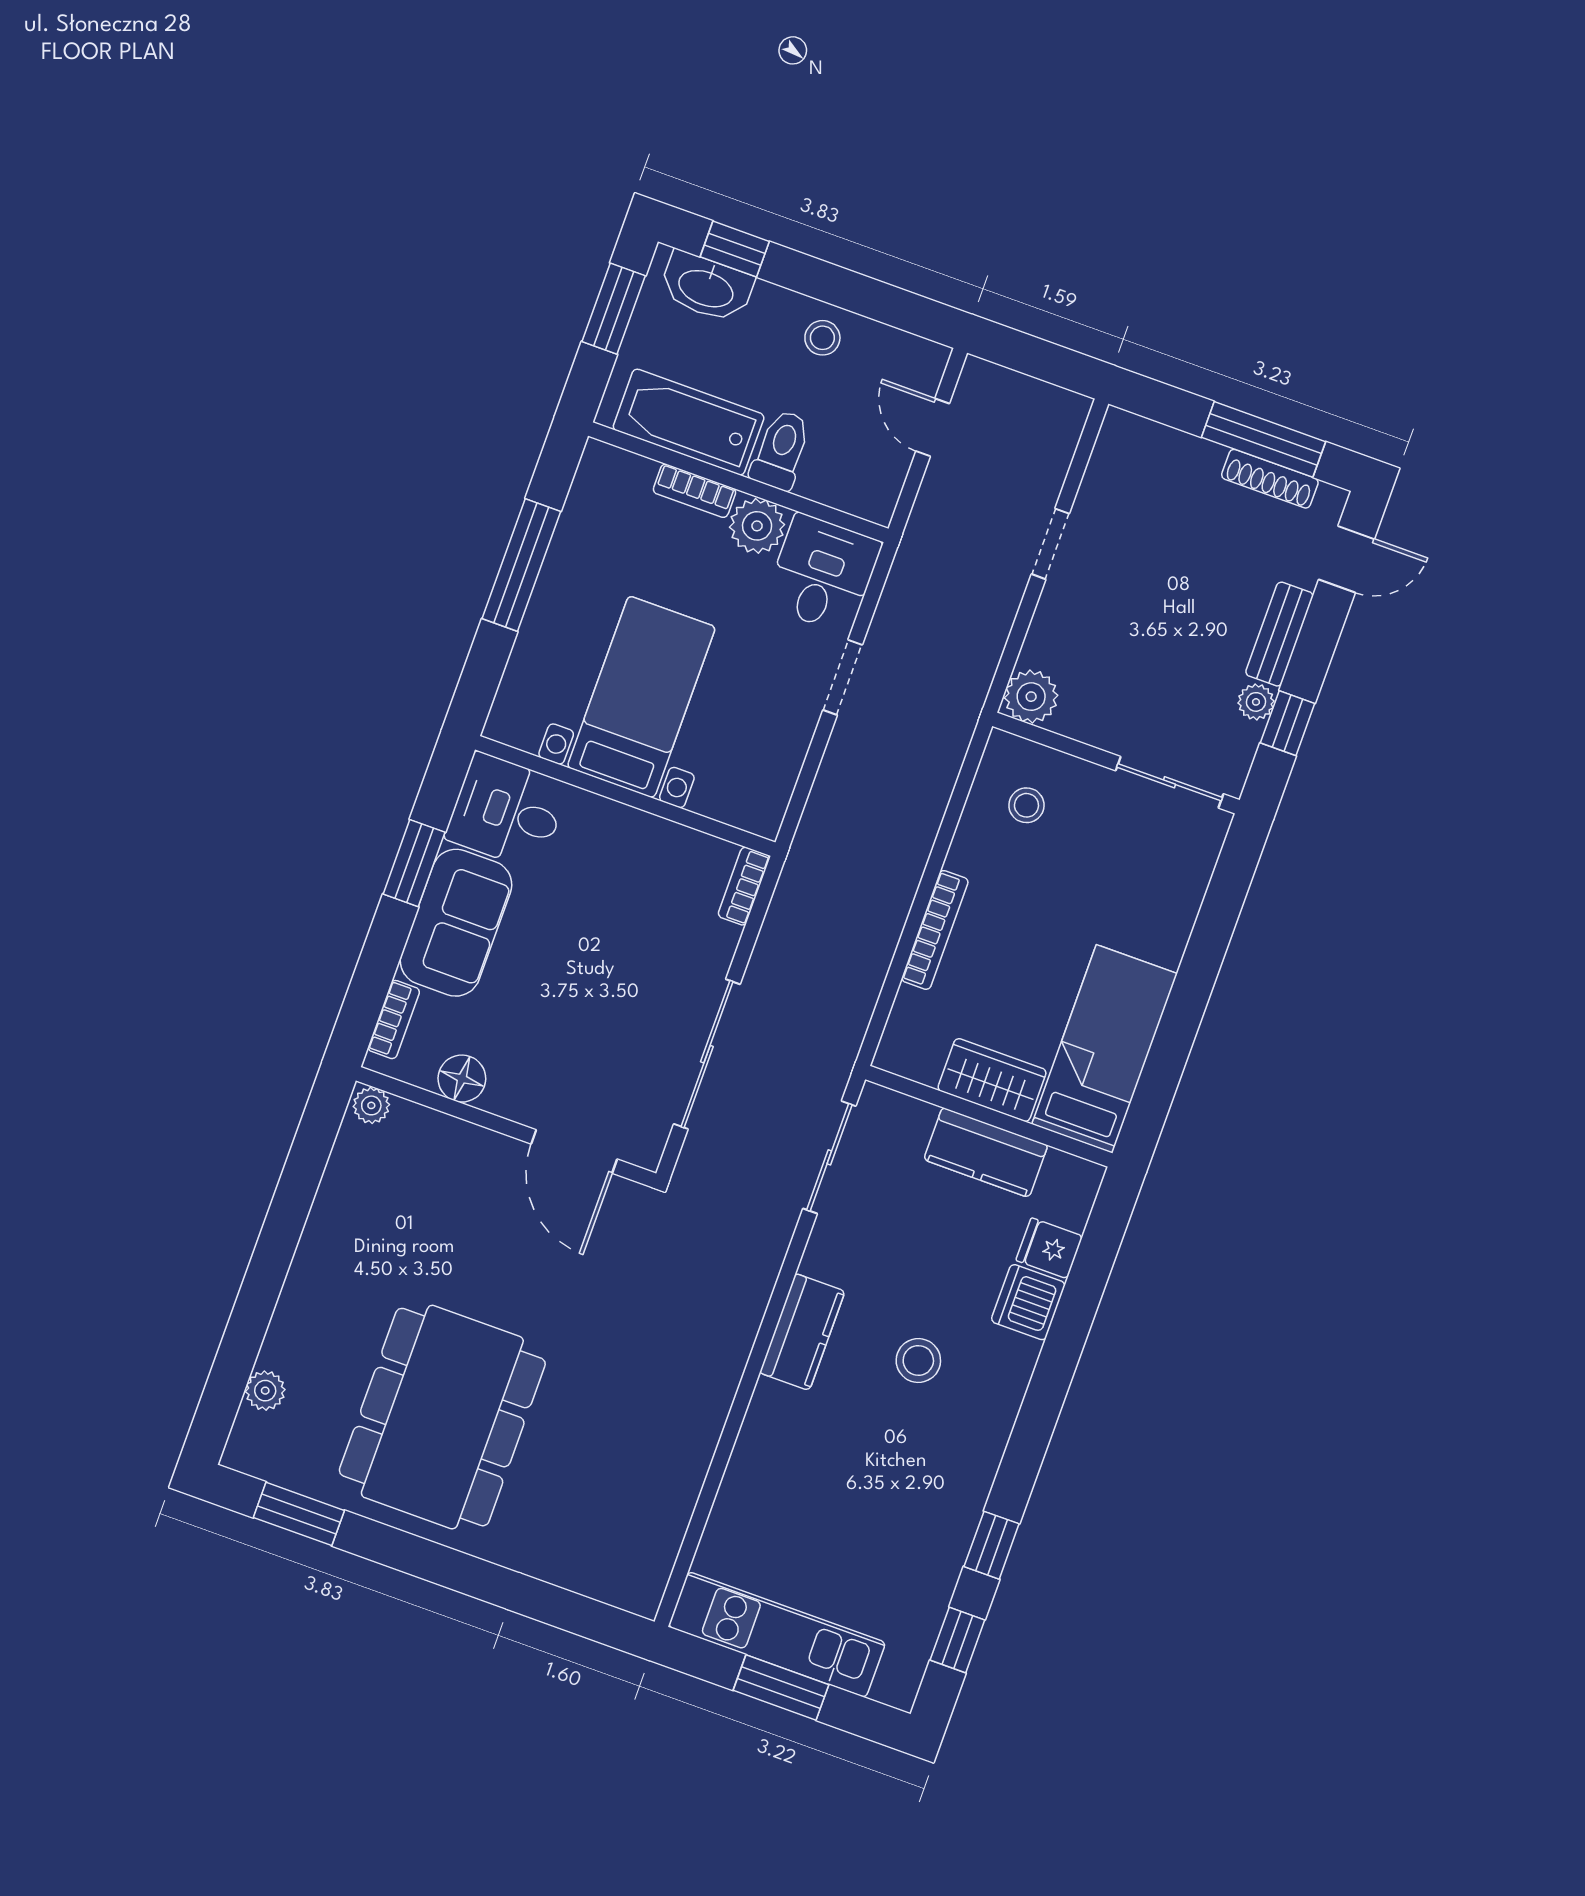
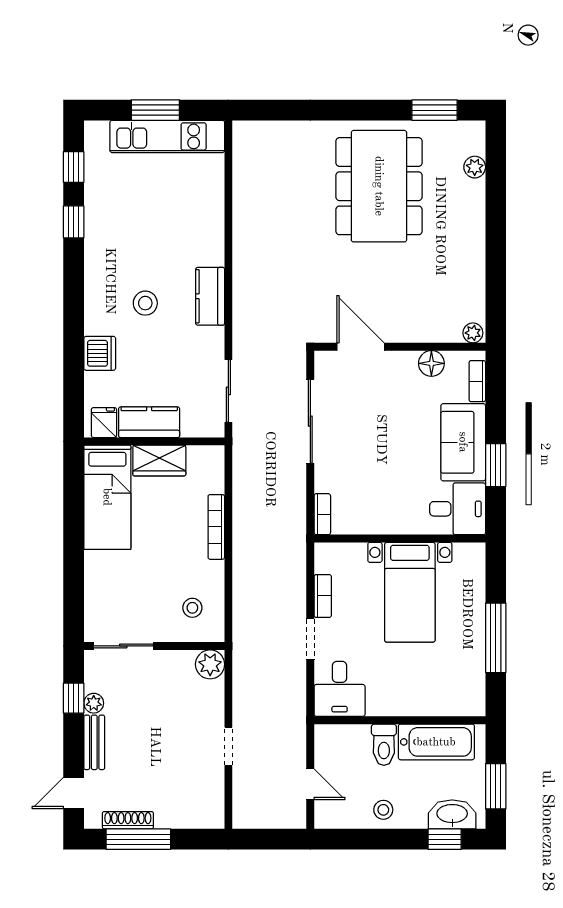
bookcase: (694, 491) -> (323, 596), moved, turned 90
plant: (757, 526) -> (382, 701), removed
fridge: (1049, 1248) -> (104, 423), moved, turned -90

